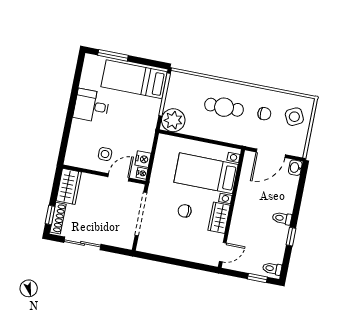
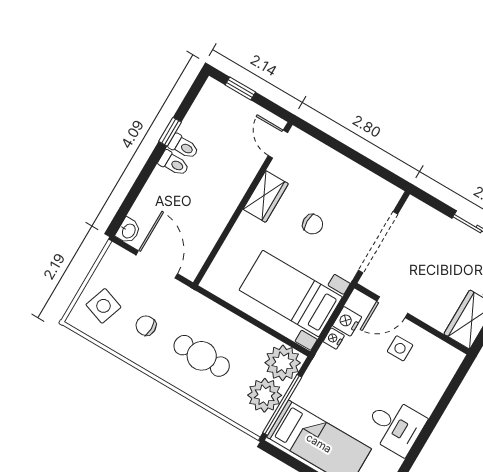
plant: (177, 97) -> (265, 395), added
side table: (294, 117) -> (103, 306), turned 45
door: (271, 153) -> (157, 264), hinge flipped
nightstand: (142, 173) -> (334, 339), moved
bed with nightstands: (206, 173) -> (291, 293), moved, turned 180
door: (223, 252) -> (278, 144), hinge flipped
toilet: (272, 269) -> (183, 147), moved

